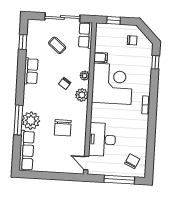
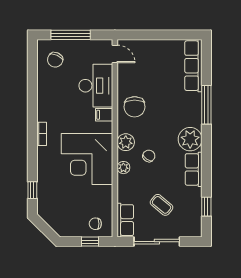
chair: (132, 40) -> (95, 224), moved
filing cabinet: (101, 57) -> (104, 115), moved
plant: (31, 121) -> (190, 139), moved
chair: (63, 128) -> (135, 107), moved, turned 180

